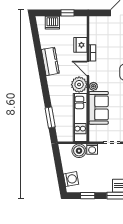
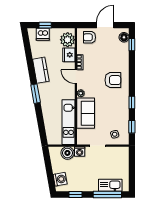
window: (67, 13) -> (45, 25), moved
armchair: (103, 26) -> (90, 37), added
plant: (79, 85) -> (68, 40), moved
window: (50, 117) -> (36, 94), moved

